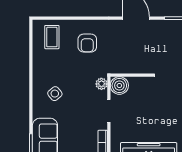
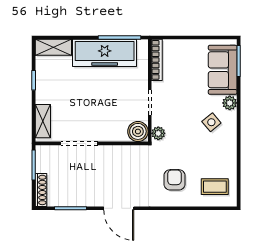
coffee table: (52, 37) -> (215, 187), turned 90
plant: (39, 111) -> (230, 103), added

